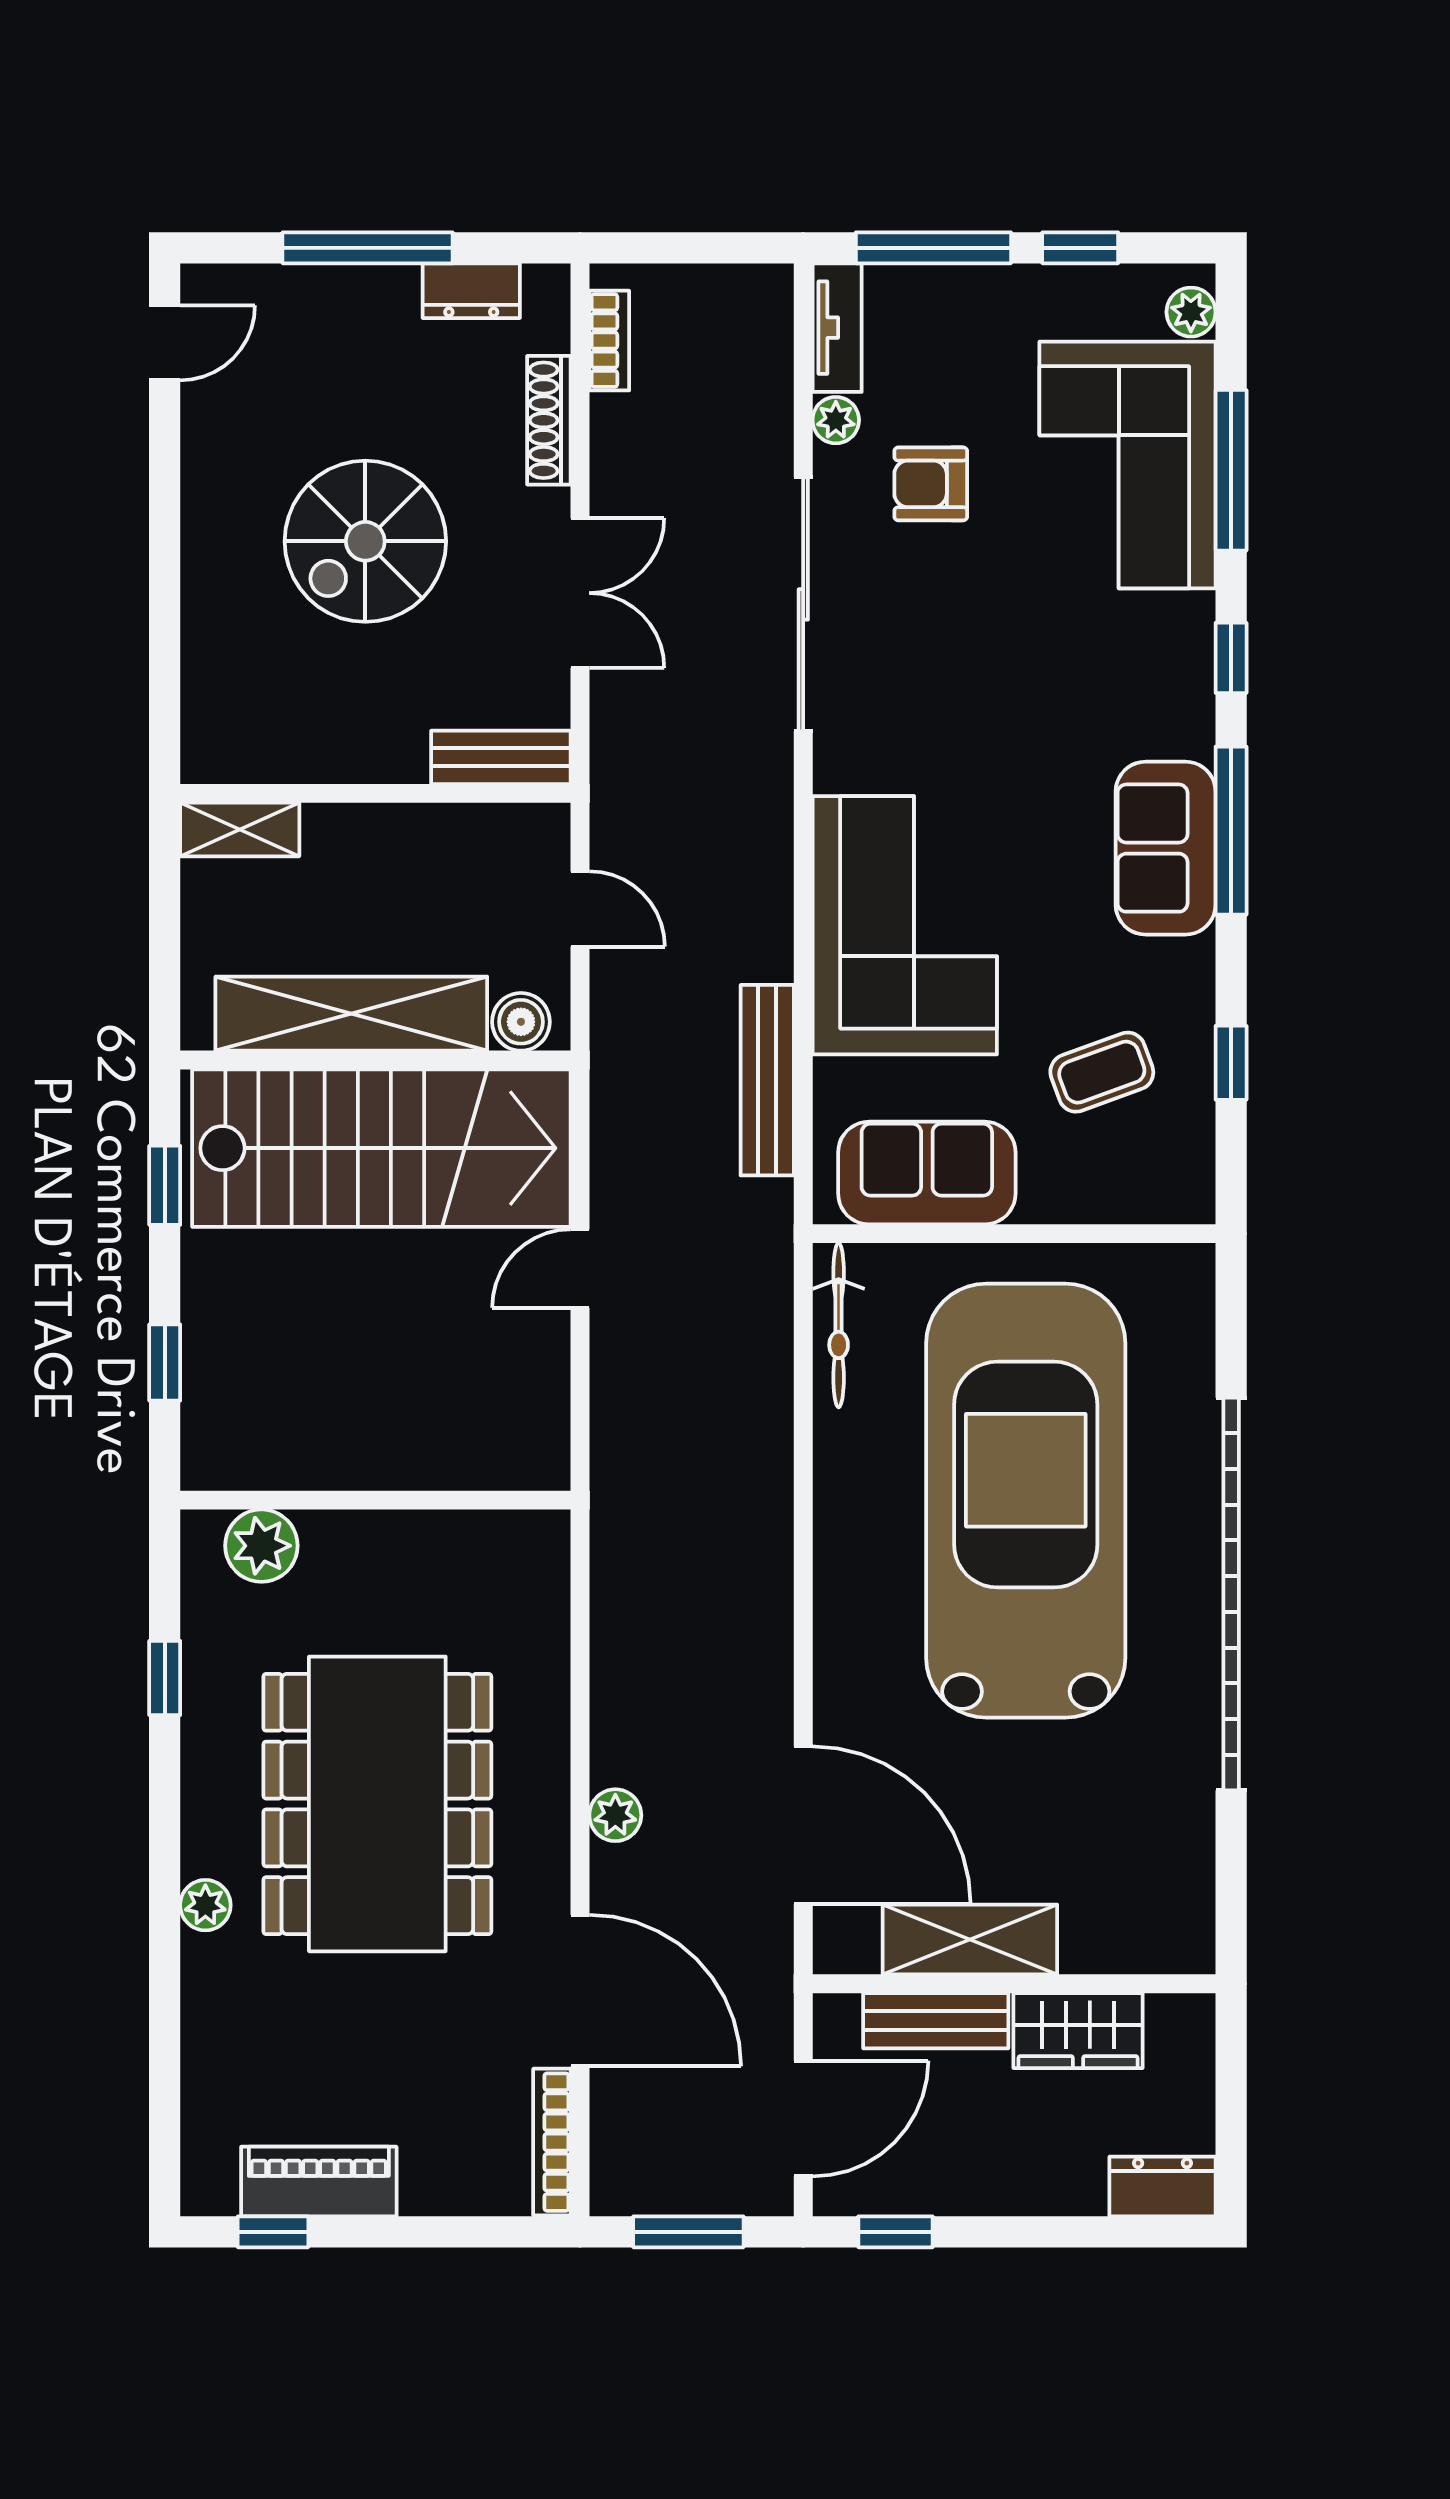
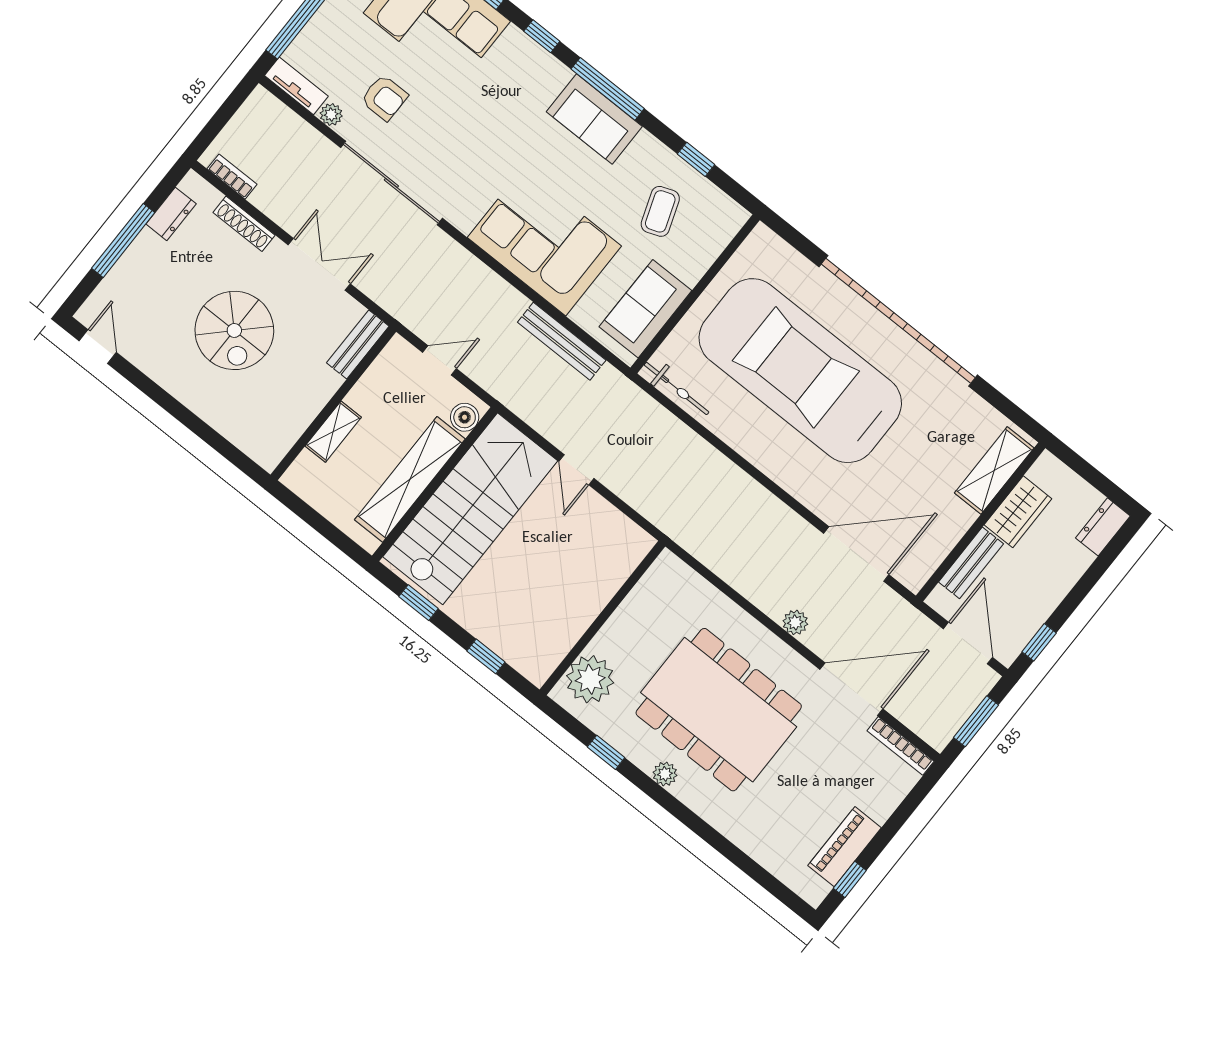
armchair: (931, 484) -> (384, 98), turned -90
shelving: (240, 829) -> (333, 432), moved
plant: (261, 1546) -> (590, 679), width x1.36, depth x1.36
plant: (205, 1905) -> (665, 774), moved
shelving: (970, 1940) -> (994, 470), moved

